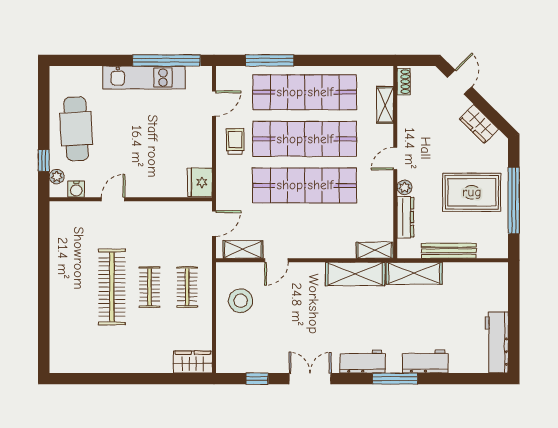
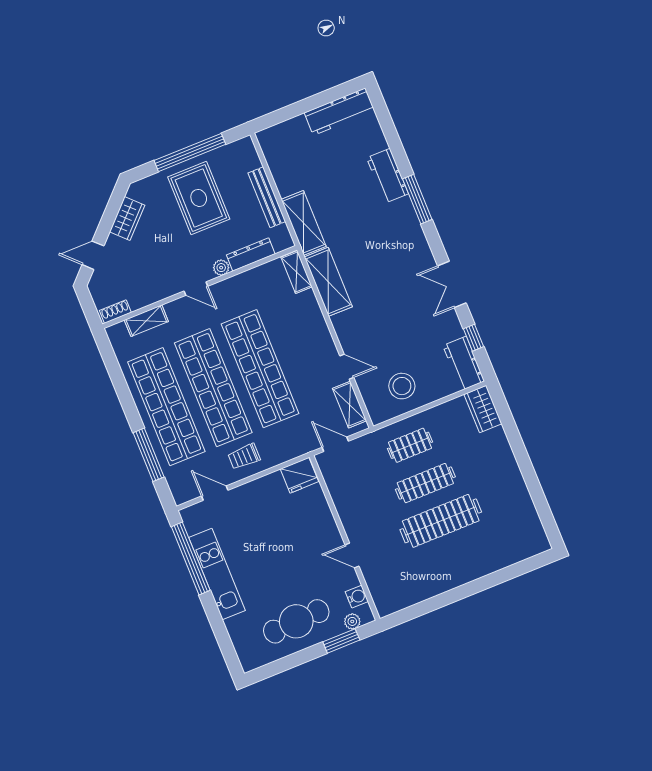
window: (44, 160) -> (341, 641), width x1.50
clothes rail: (150, 287) -> (425, 483), width x1.36
workbench: (363, 361) -> (464, 363), moved

